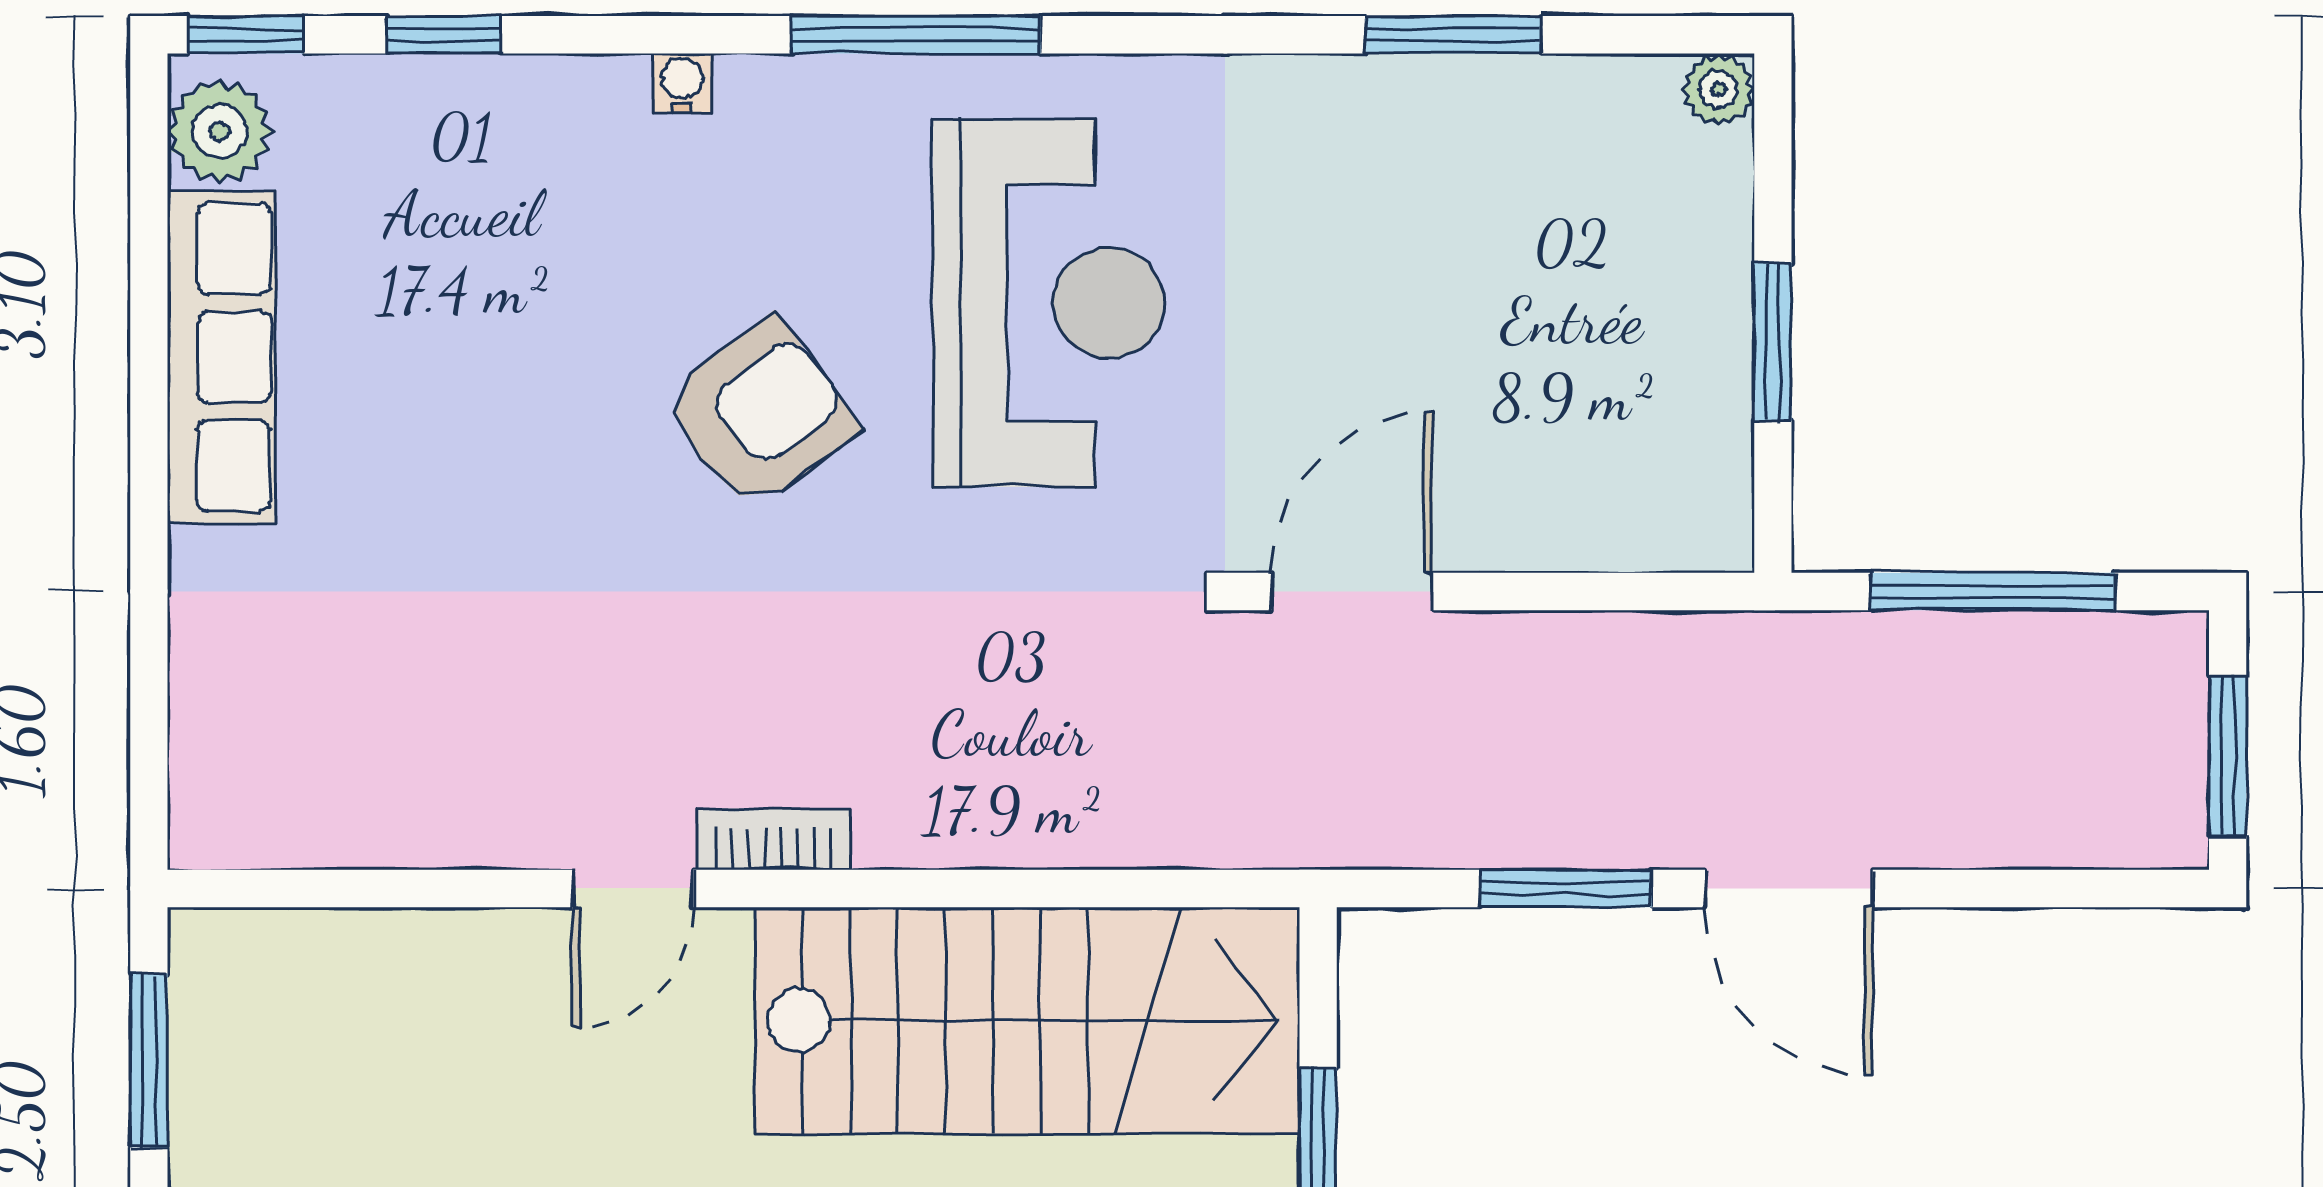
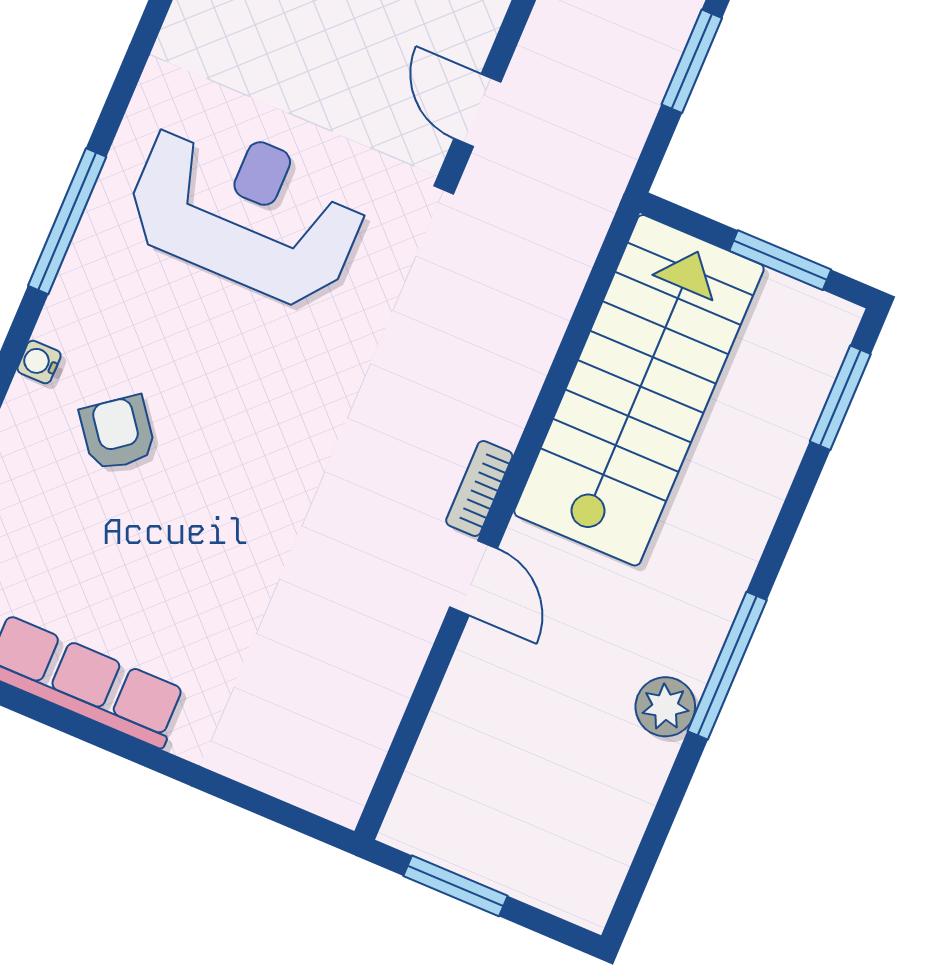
armchair: (760, 414) -> (118, 433), moved, width x0.72, depth x0.72
door: (1352, 592) -> (477, 110), width x0.73

